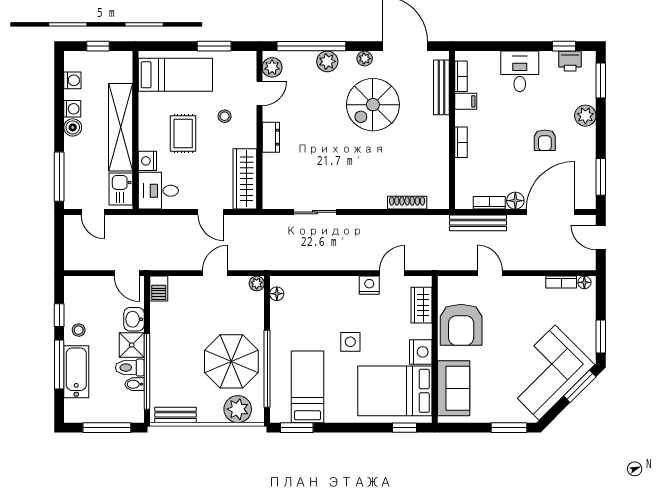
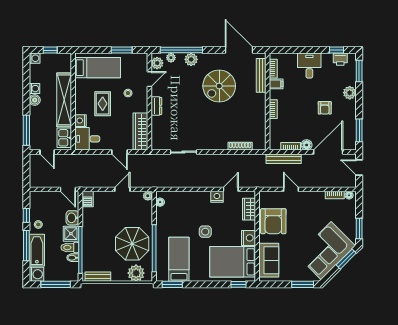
plant: (365, 59) -> (171, 58), moved
washing machine: (72, 80) -> (35, 58), moved
washing machine: (76, 411) -> (36, 274), added

